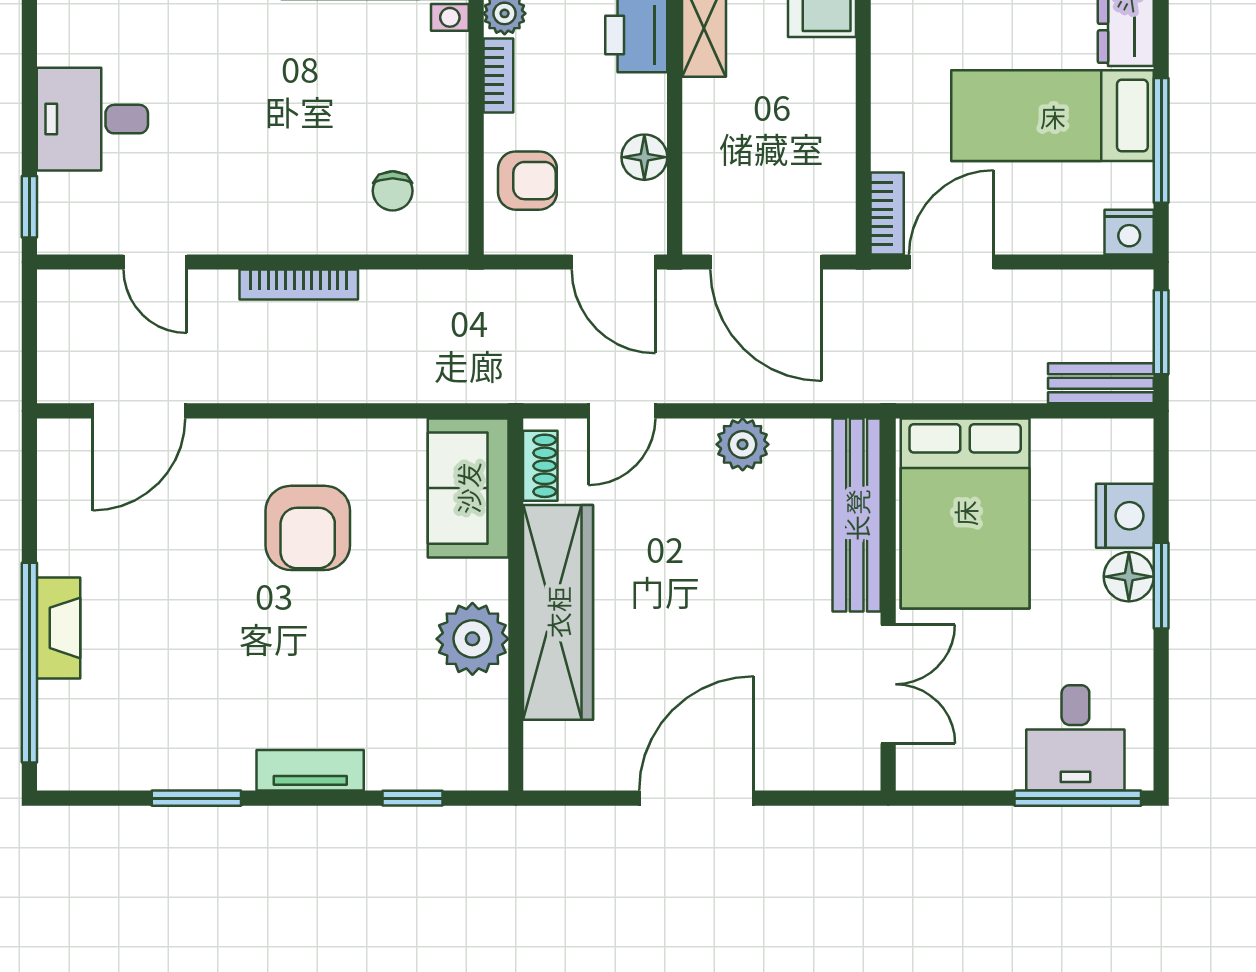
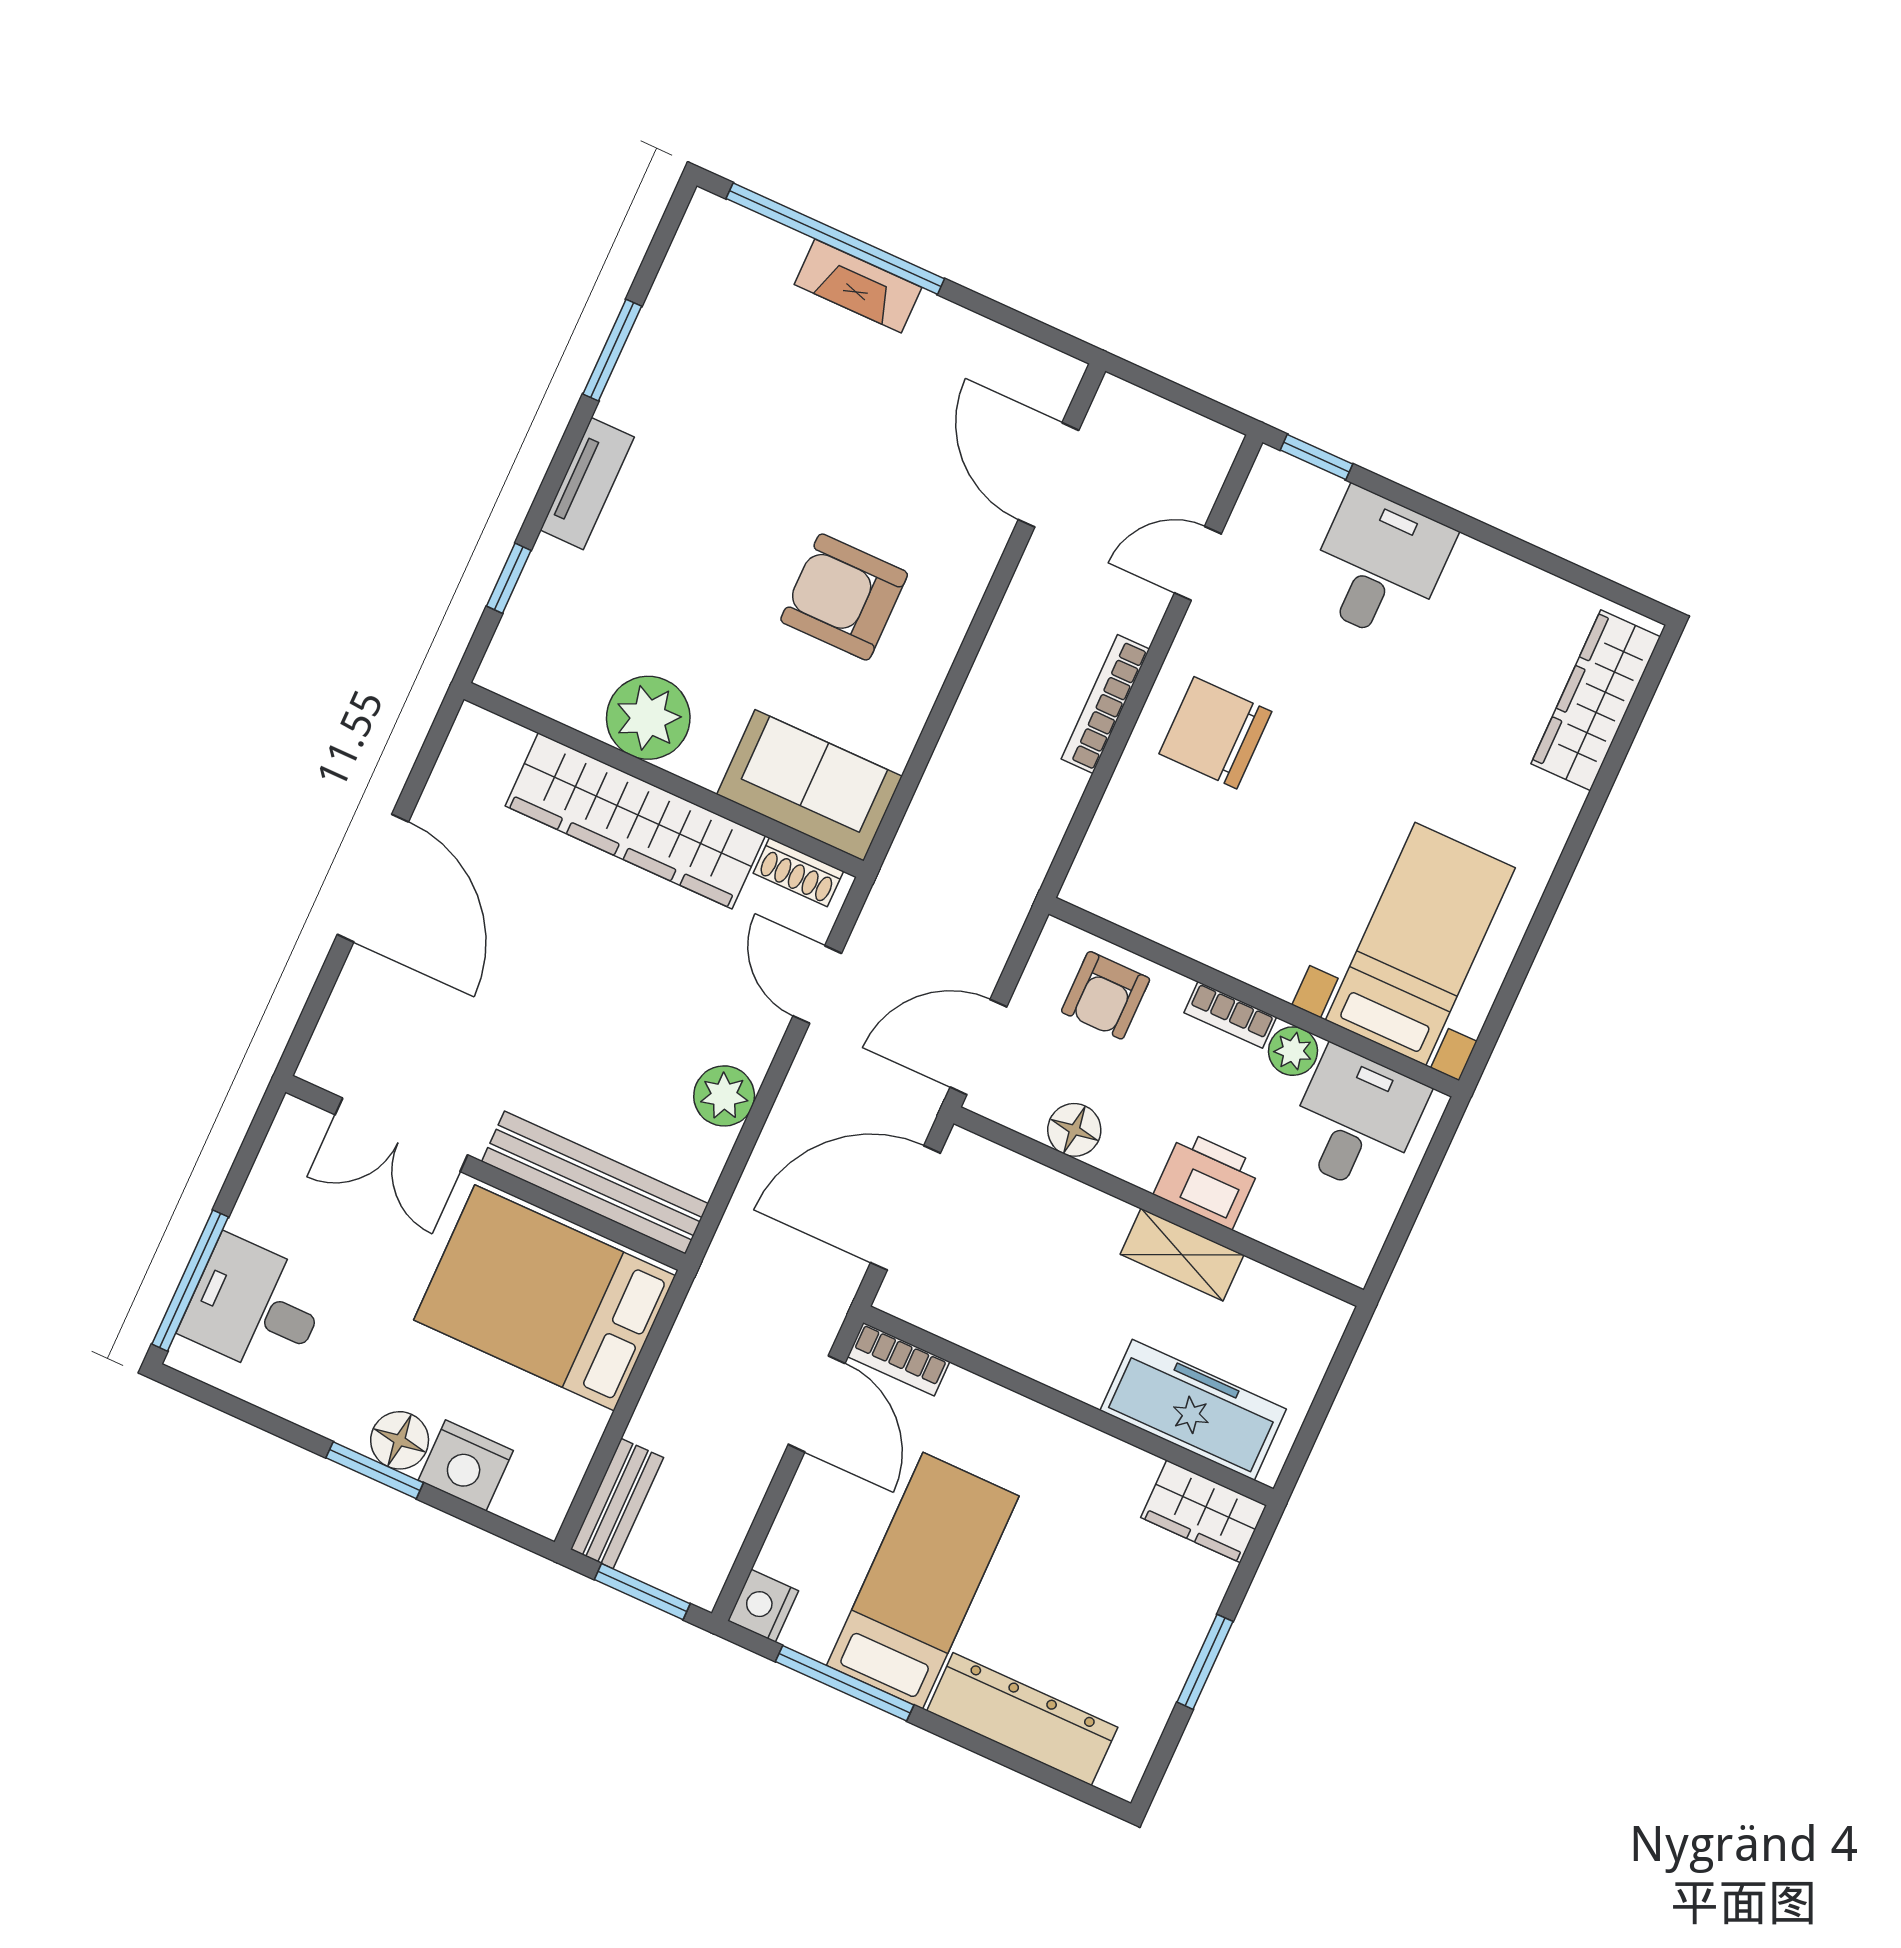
chair: (393, 191) -> (1215, 733), moved, width x1.87, depth x1.87

